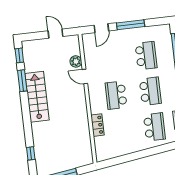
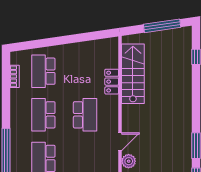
door: (85, 77) -> (120, 142), hinge flipped
stairs: (37, 97) -> (133, 74), moved, turned 180

